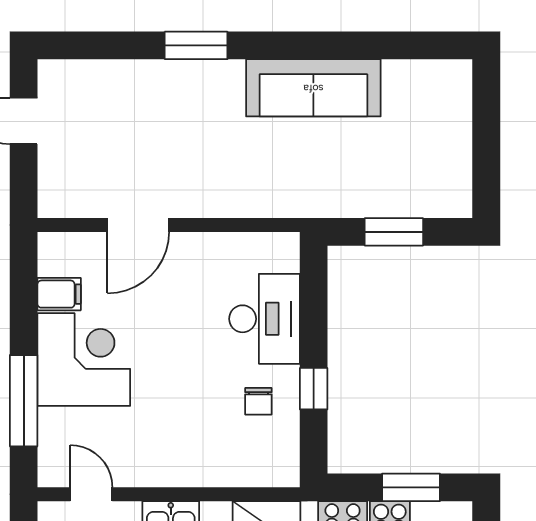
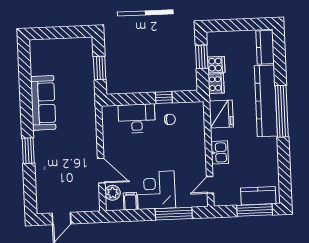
plant: (82, 251) -> (113, 193), added

